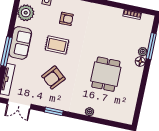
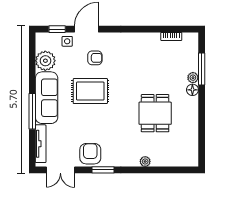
sofa: (20, 43) -> (47, 98), width x1.36
rug: (57, 45) -> (90, 91), width x1.36, depth x1.43
armchair: (53, 77) -> (90, 154), moved, turned 140

